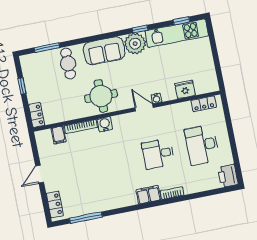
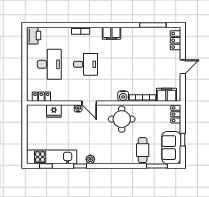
plant: (135, 44) -> (90, 159), width x0.53, depth x0.53
sofa: (104, 51) -> (171, 148), moved, turned -90
filing cabinet: (59, 135) -> (167, 95), width x2.00
filing cabinet: (148, 195) -> (111, 33), moved

